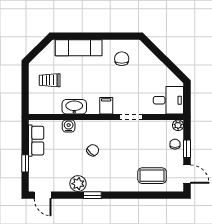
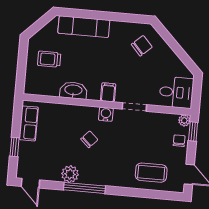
chair: (122, 59) -> (142, 46), moved, turned 48
water cooler: (69, 126) -> (106, 114), moved
window: (187, 149) -> (193, 131), moved
window: (92, 195) -> (84, 188), width x2.17

